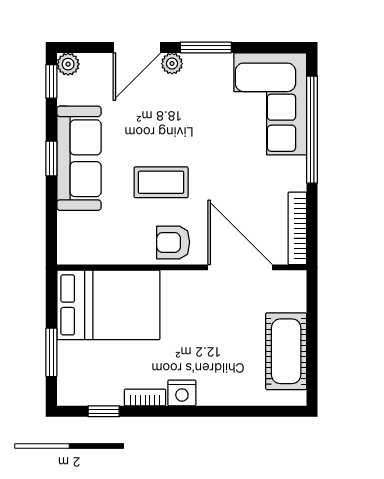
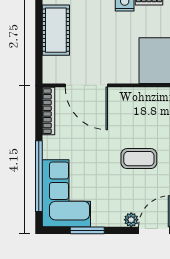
window: (206, 47) -> (87, 230), moved
coffee table: (161, 182) -> (139, 159), moved
armchair: (173, 242) -> (130, 102), removed

